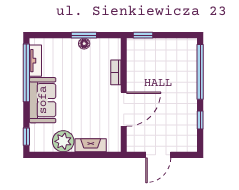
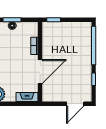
fireplace: (91, 145) -> (27, 97), moved
door: (158, 155) -> (75, 104), moved

